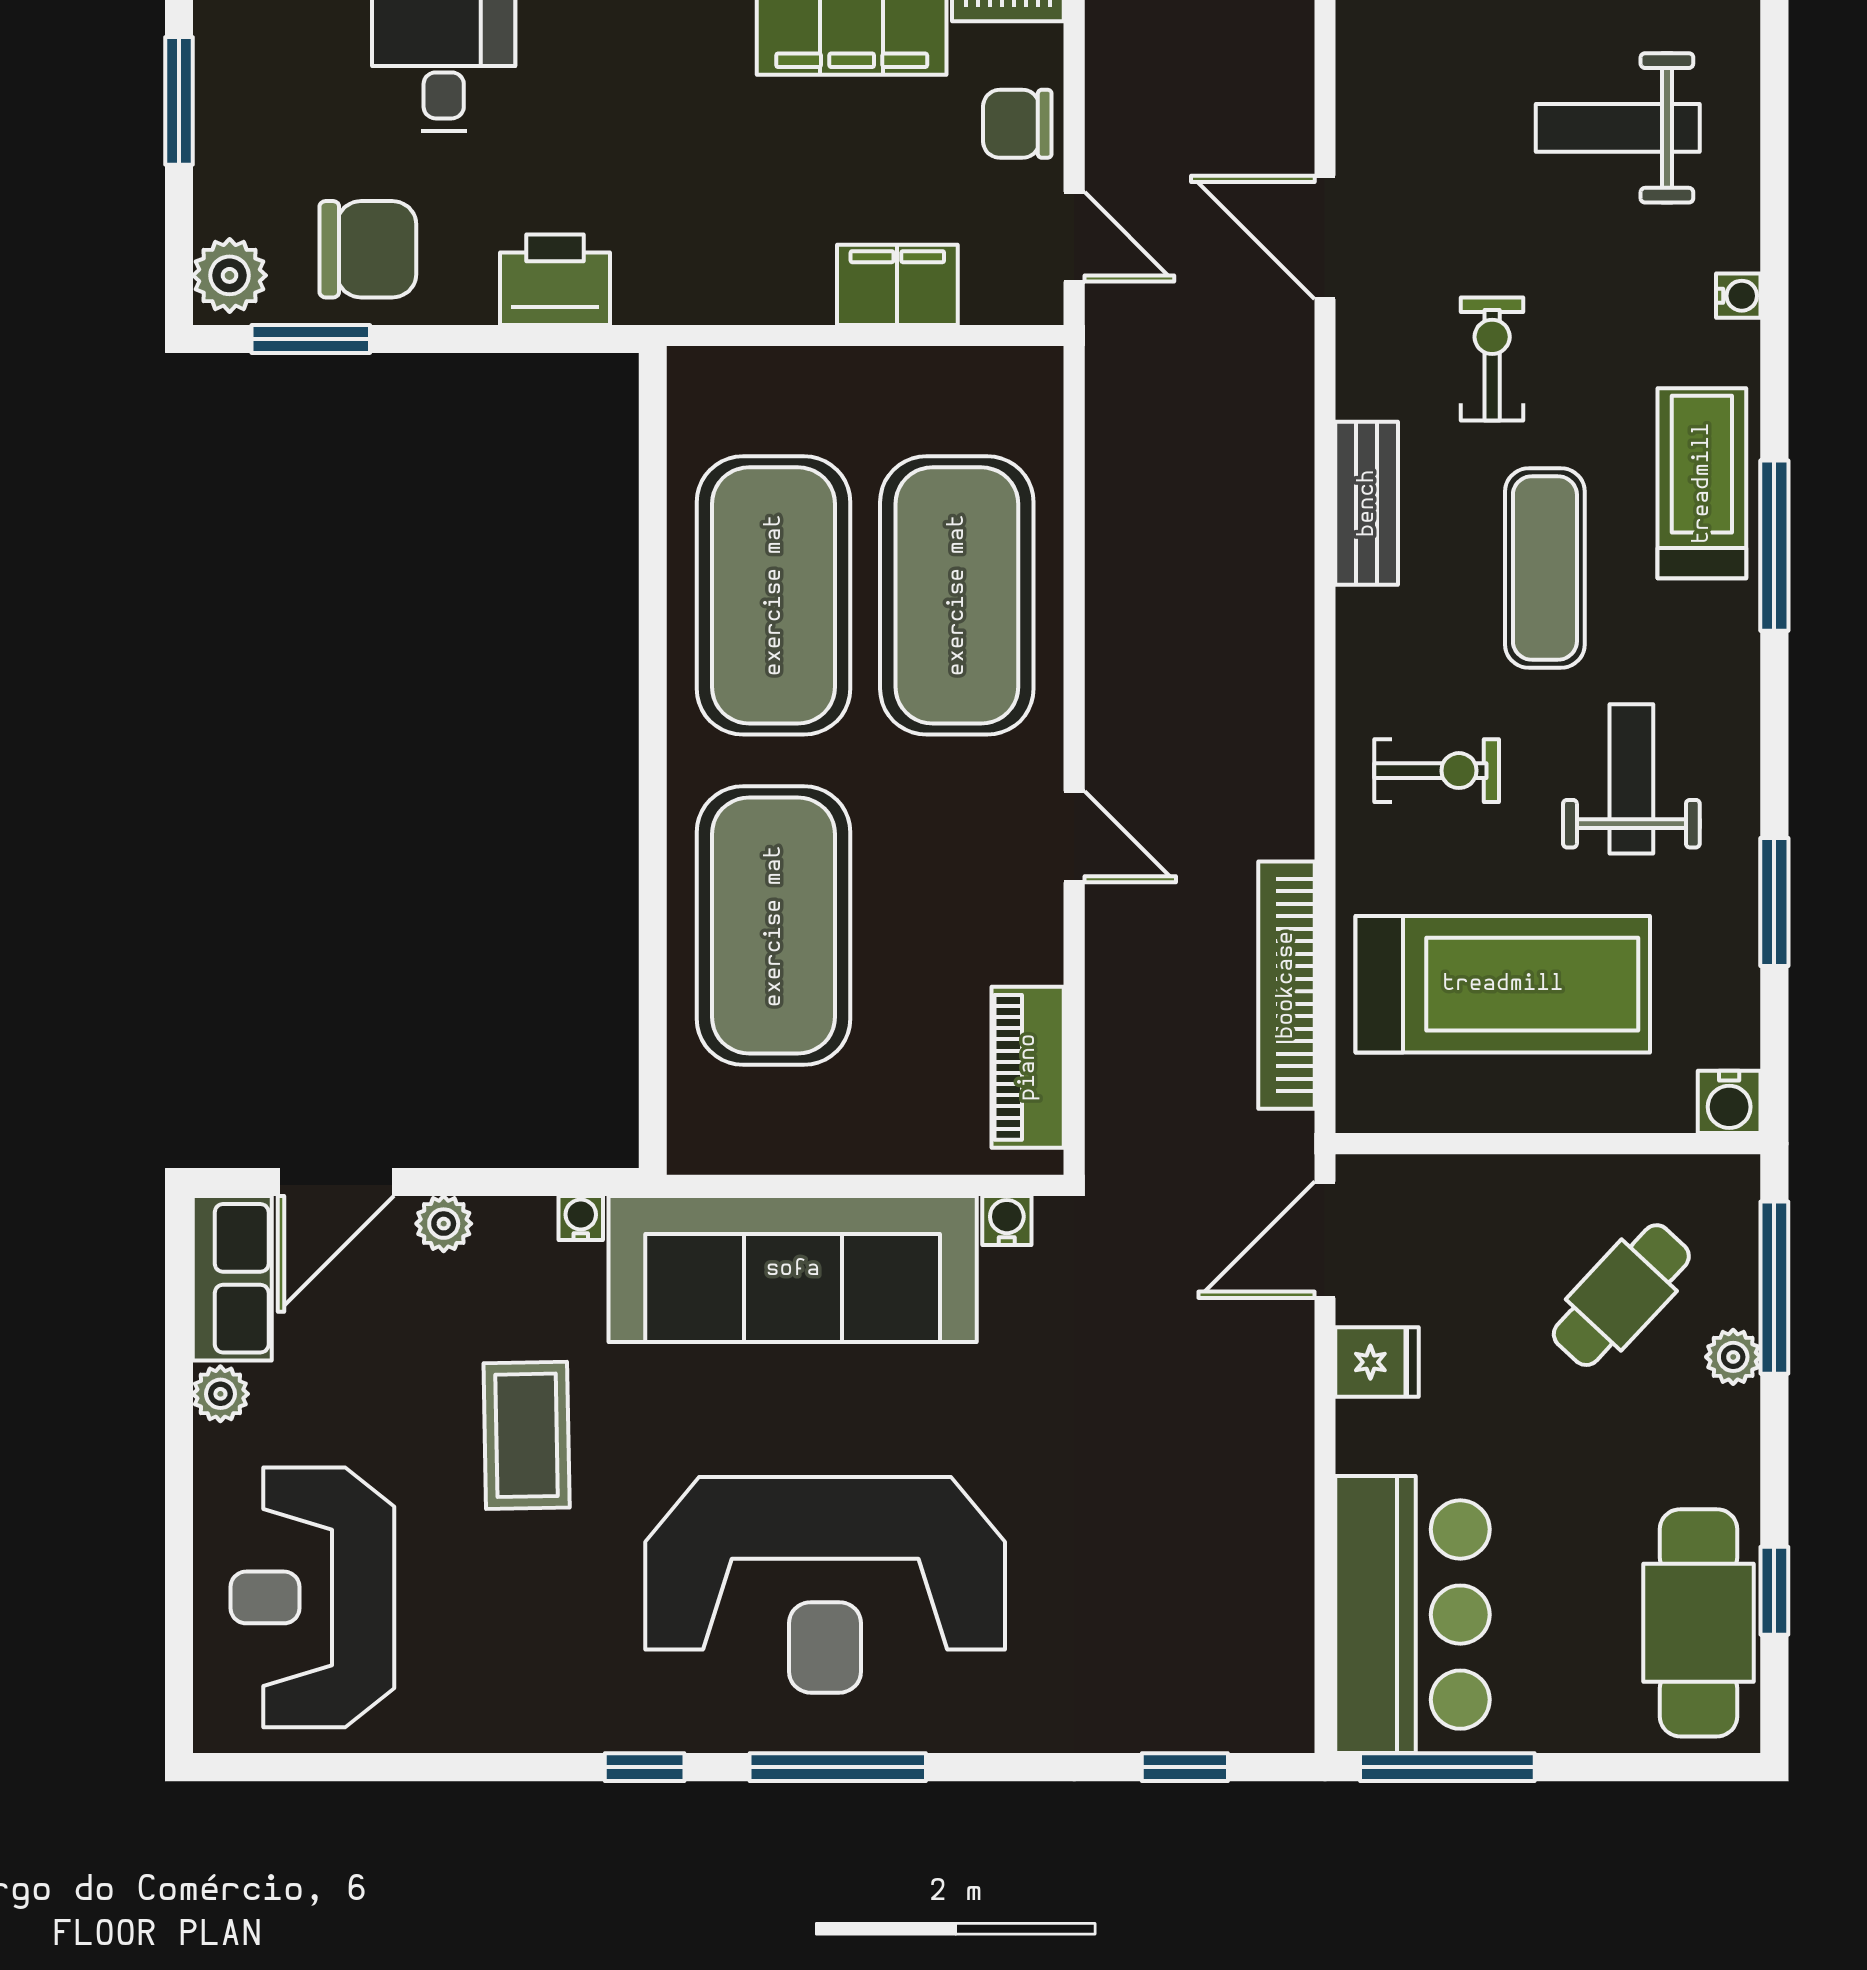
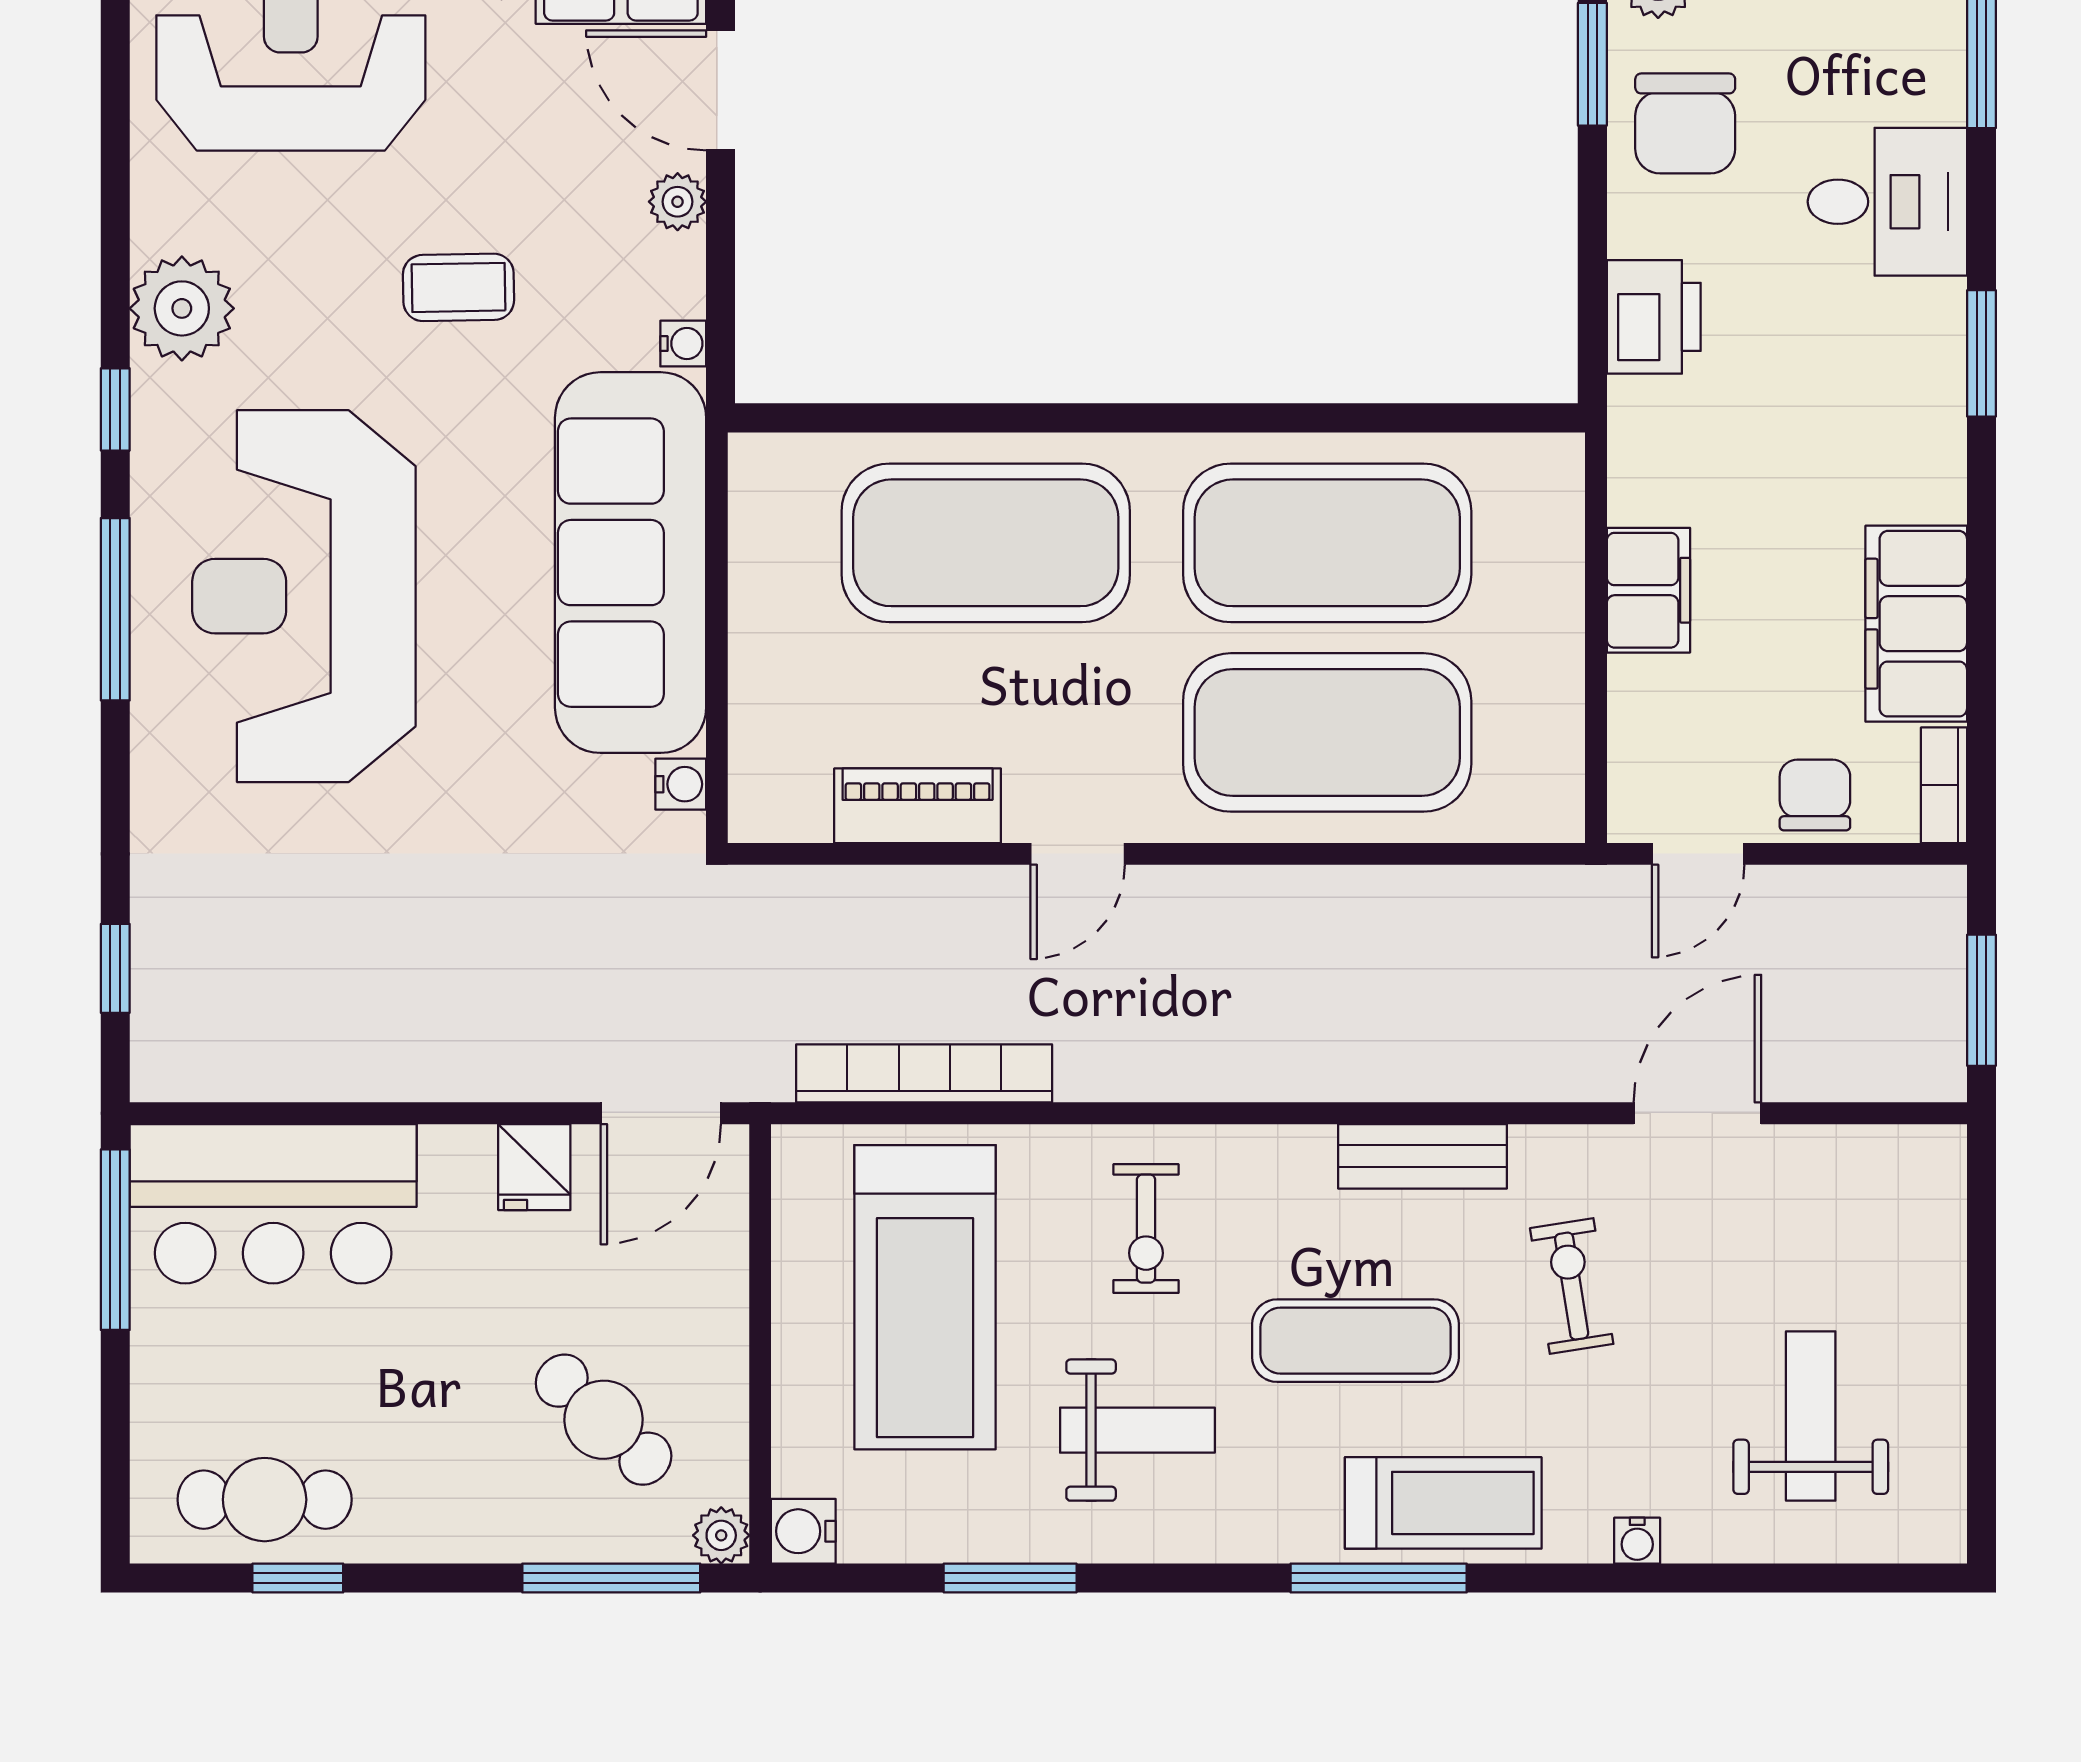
filing cabinet: (897, 285) -> (1648, 590), moved
exercise bike: (1492, 359) -> (1572, 1286), turned -99
piano: (1028, 1067) -> (918, 806), moved
door: (1325, 1240) -> (661, 1113), swing flipped
plant: (1733, 1357) -> (721, 1535), moved
coffee table: (527, 1435) -> (458, 287), width x0.73, depth x0.77
cafe table: (1699, 1623) -> (265, 1500), width x0.73, depth x0.74
plant: (547, 1703) -> (182, 308), added

